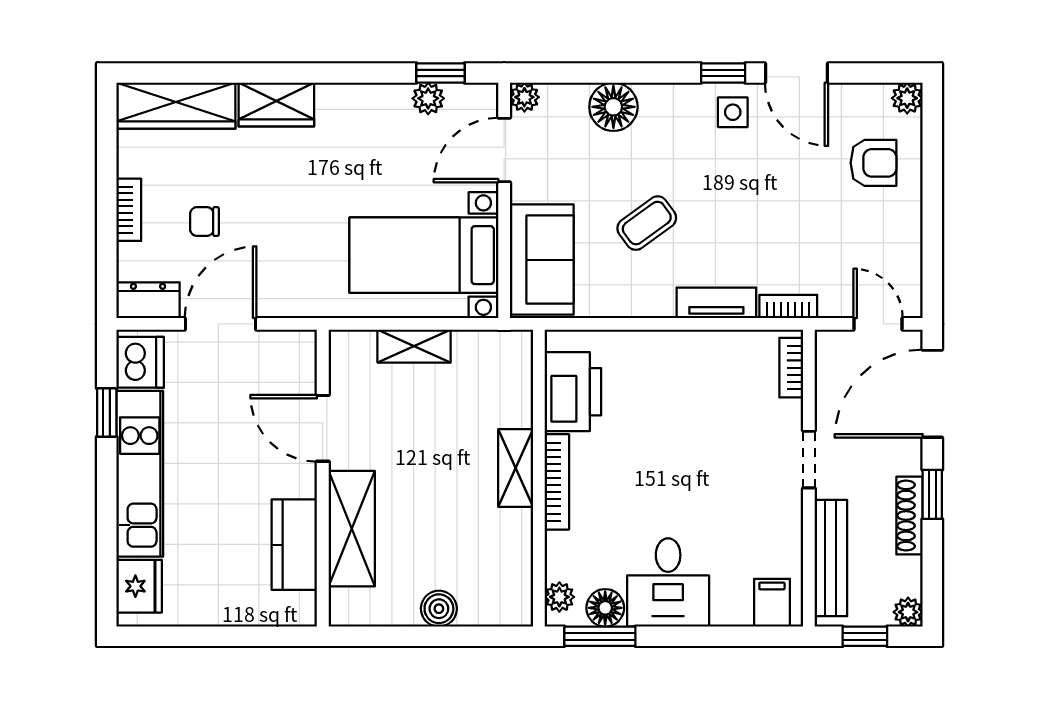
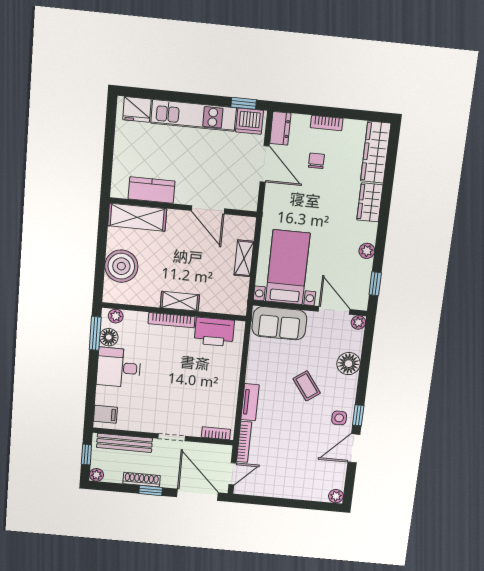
plant: (428, 98) -> (367, 251), moved
armchair: (873, 163) -> (308, 479), removed
coffee table: (647, 223) -> (307, 386), moved
bookcase: (788, 306) -> (244, 442), width x1.56
window: (107, 412) -> (244, 103), moved
door: (323, 428) -> (208, 210), swing flipped
shelving: (352, 529) -> (137, 217), moved
boiler: (439, 609) -> (121, 266), width x1.86, depth x1.86

